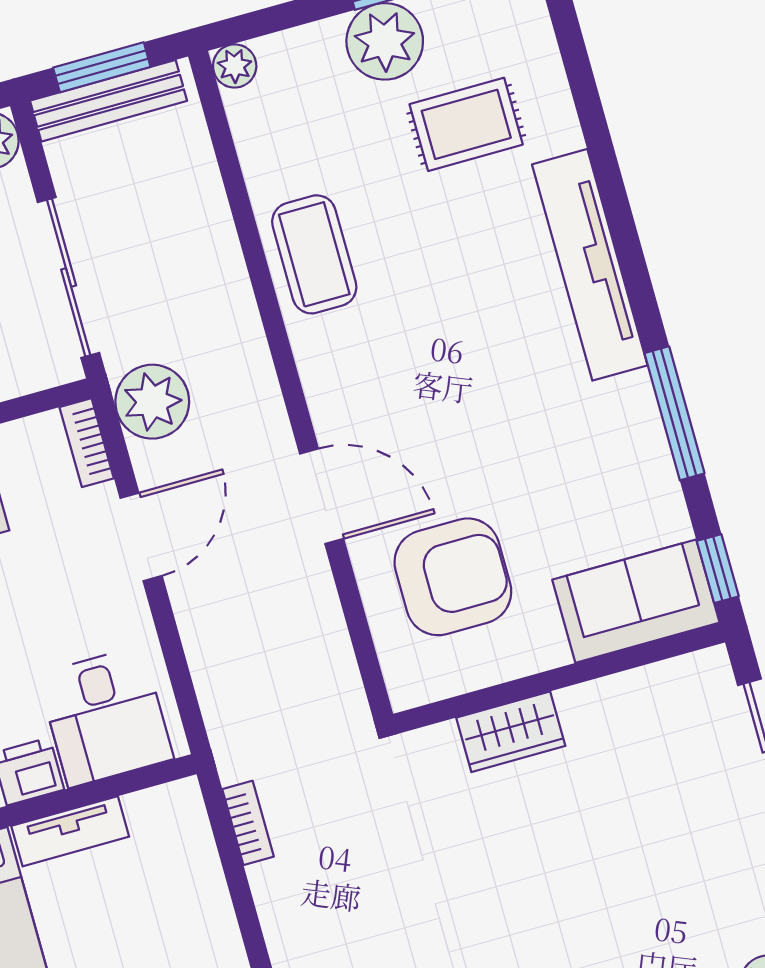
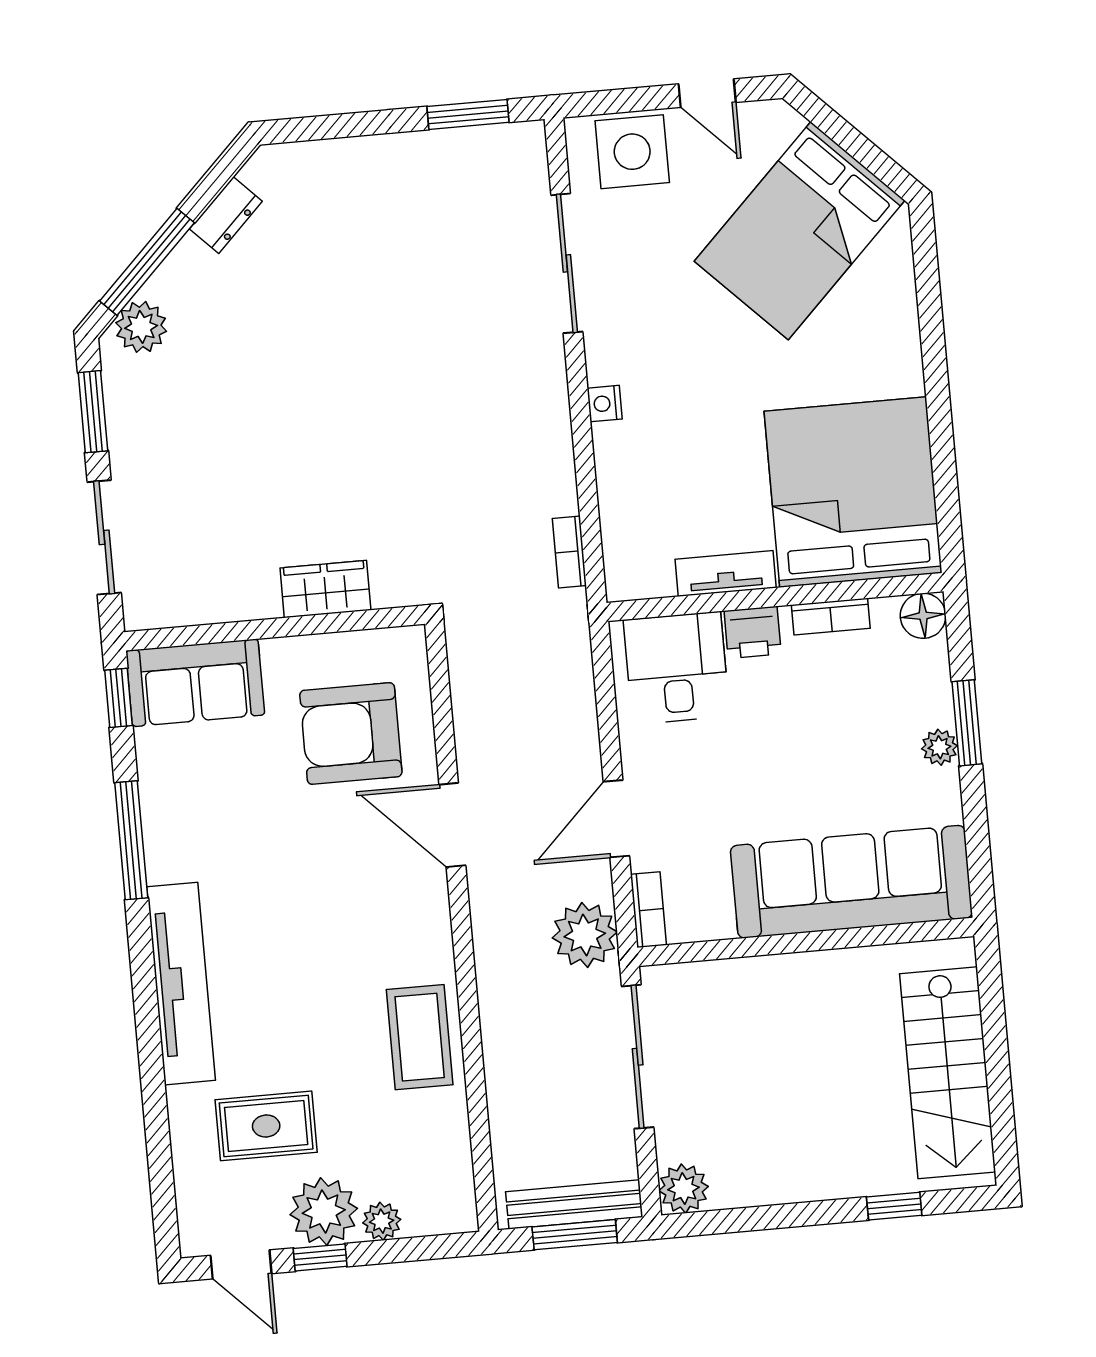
plant: (235, 66) -> (382, 1221), moved

